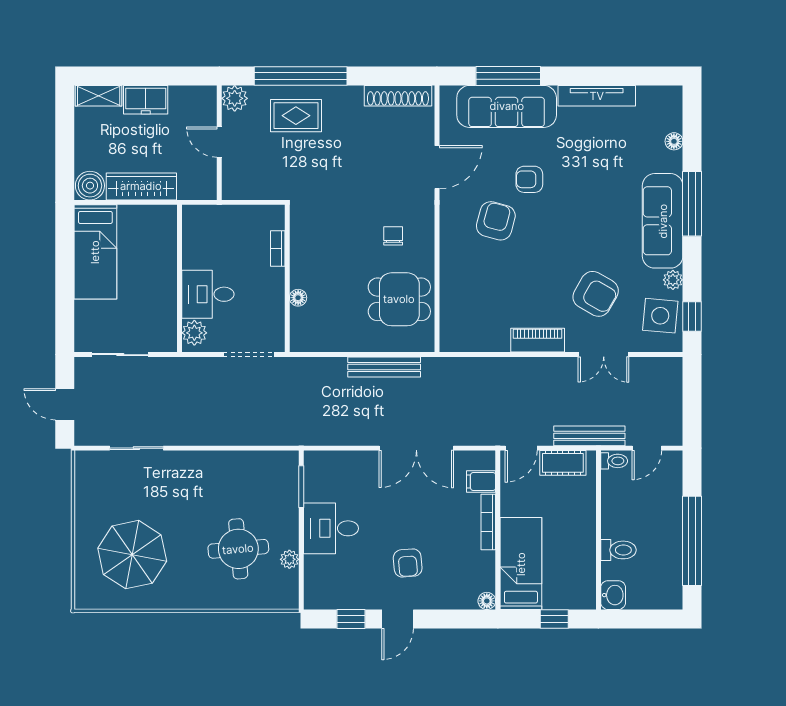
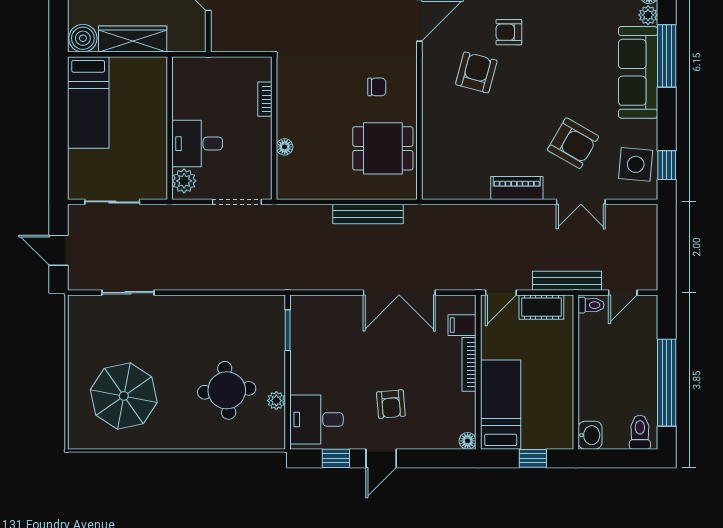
chair: (393, 236) -> (377, 87), turned 90
plant: (673, 280) -> (648, 15), moved
desk: (331, 528) -> (316, 419), moved
toilet: (618, 550) -> (640, 432), moved, turned -90

